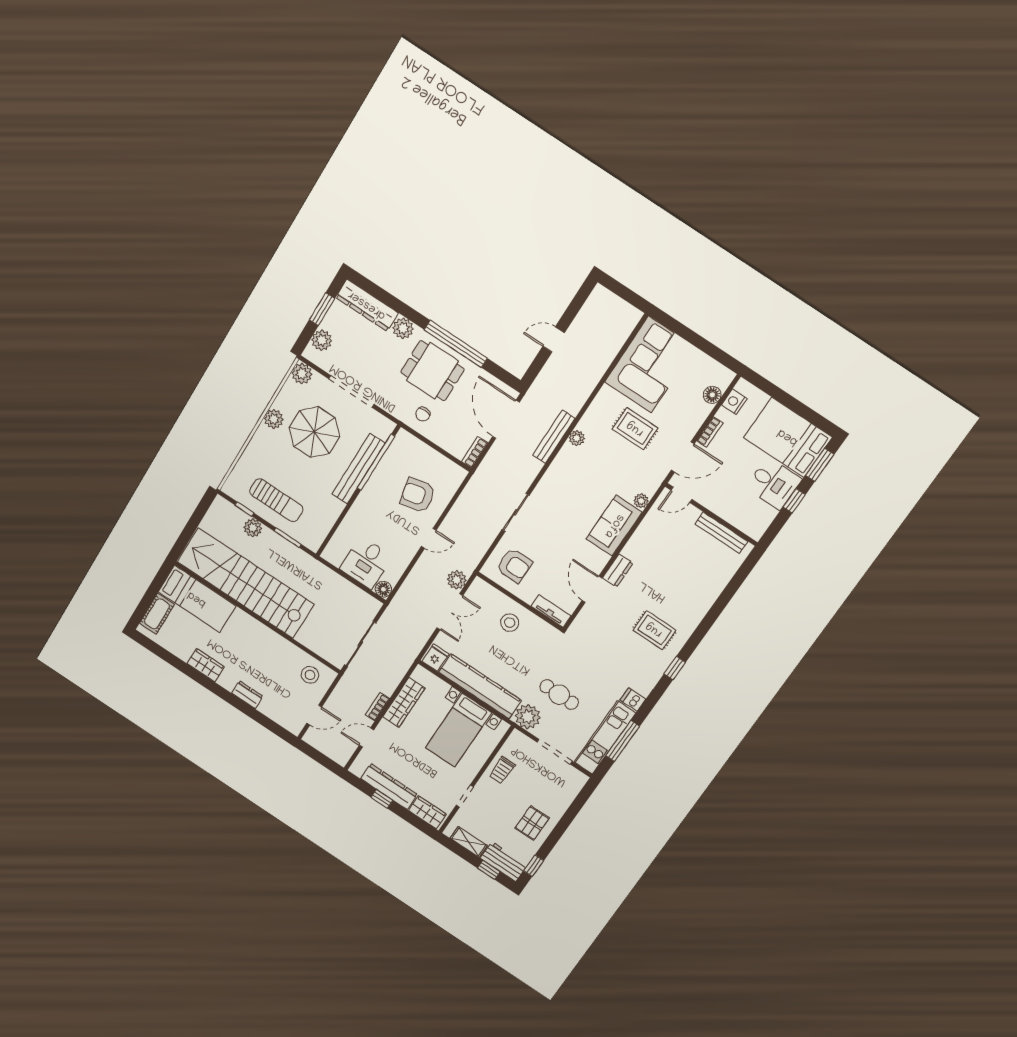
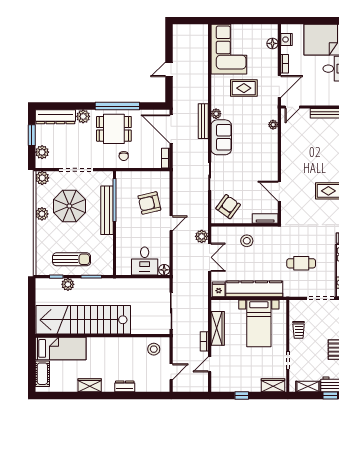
sofa: (614, 526) -> (221, 137), moved, turned 180
armchair: (514, 565) -> (228, 207), turned -54
dresser: (618, 570) -> (286, 171), removed
plant: (528, 717) -> (292, 288), removed
dresser: (389, 787) -> (241, 385), removed

